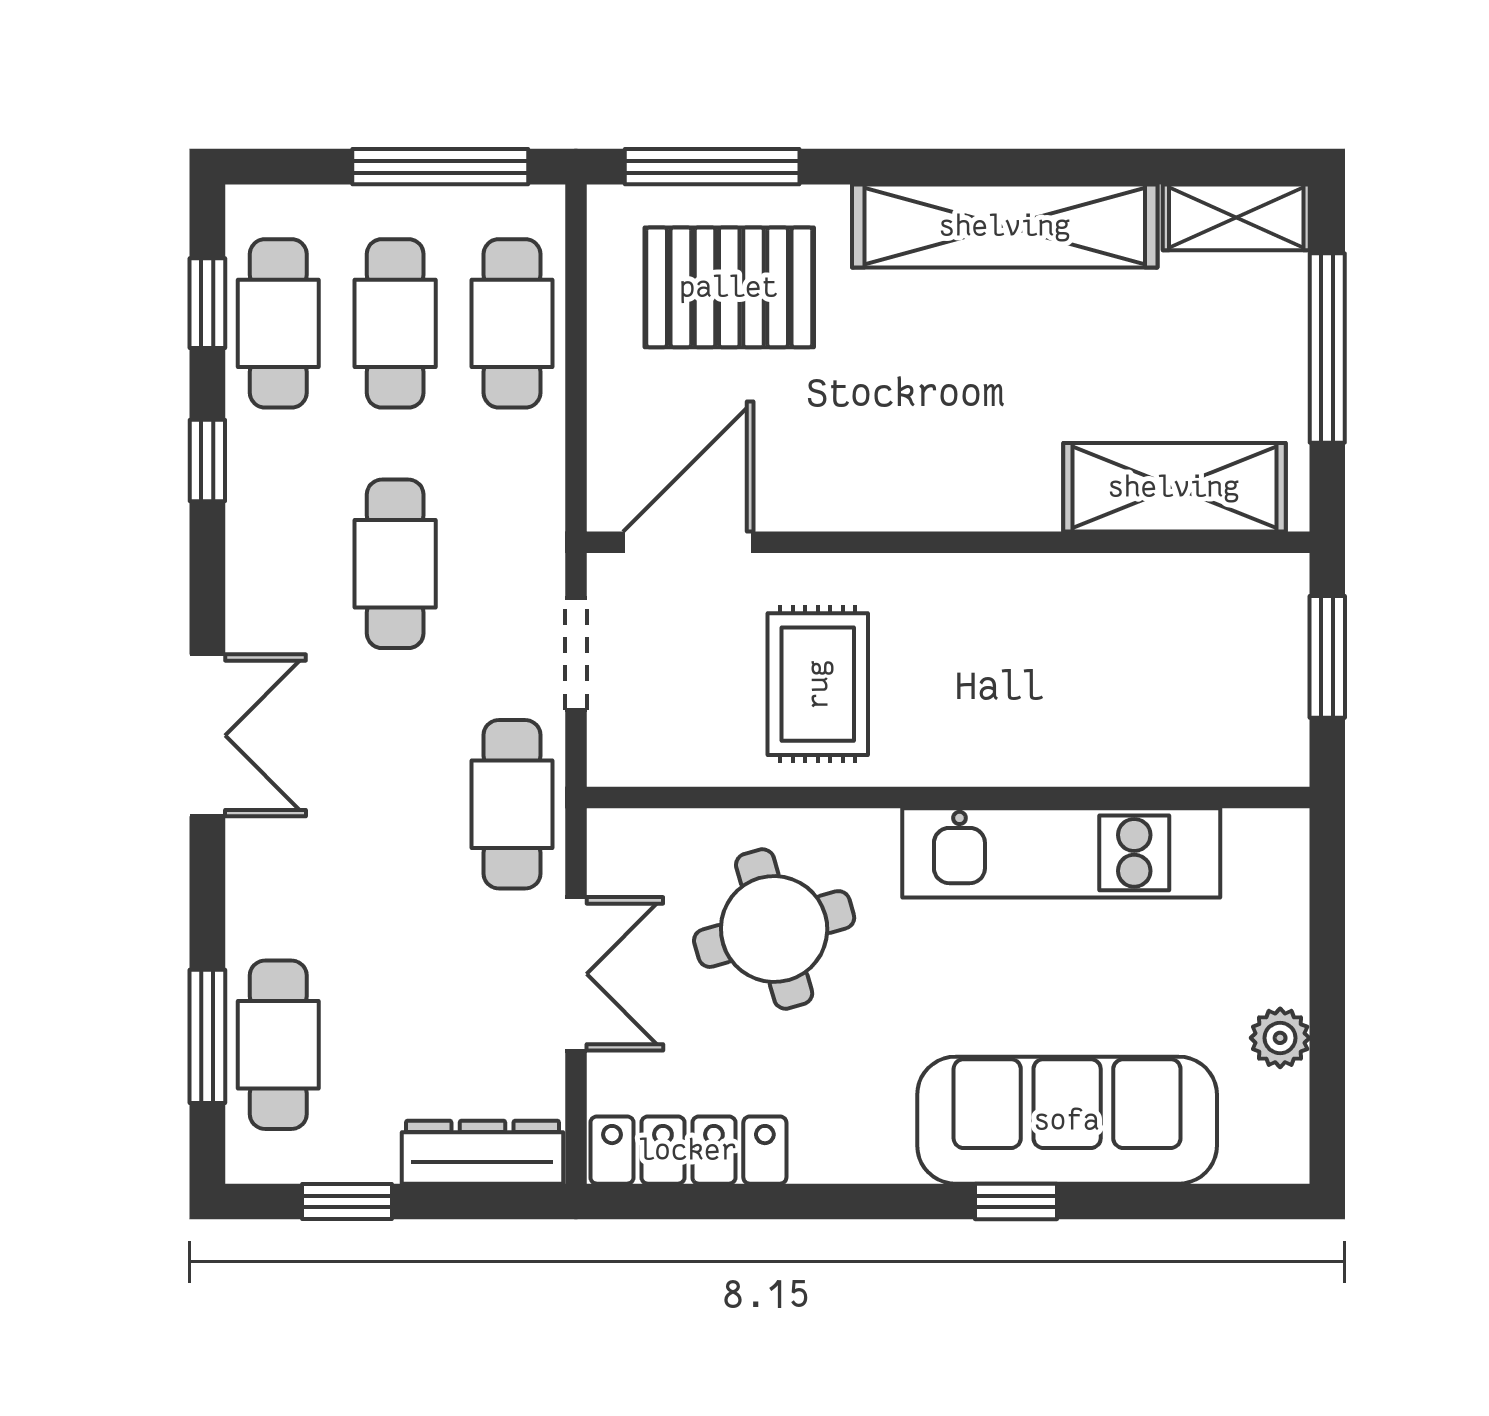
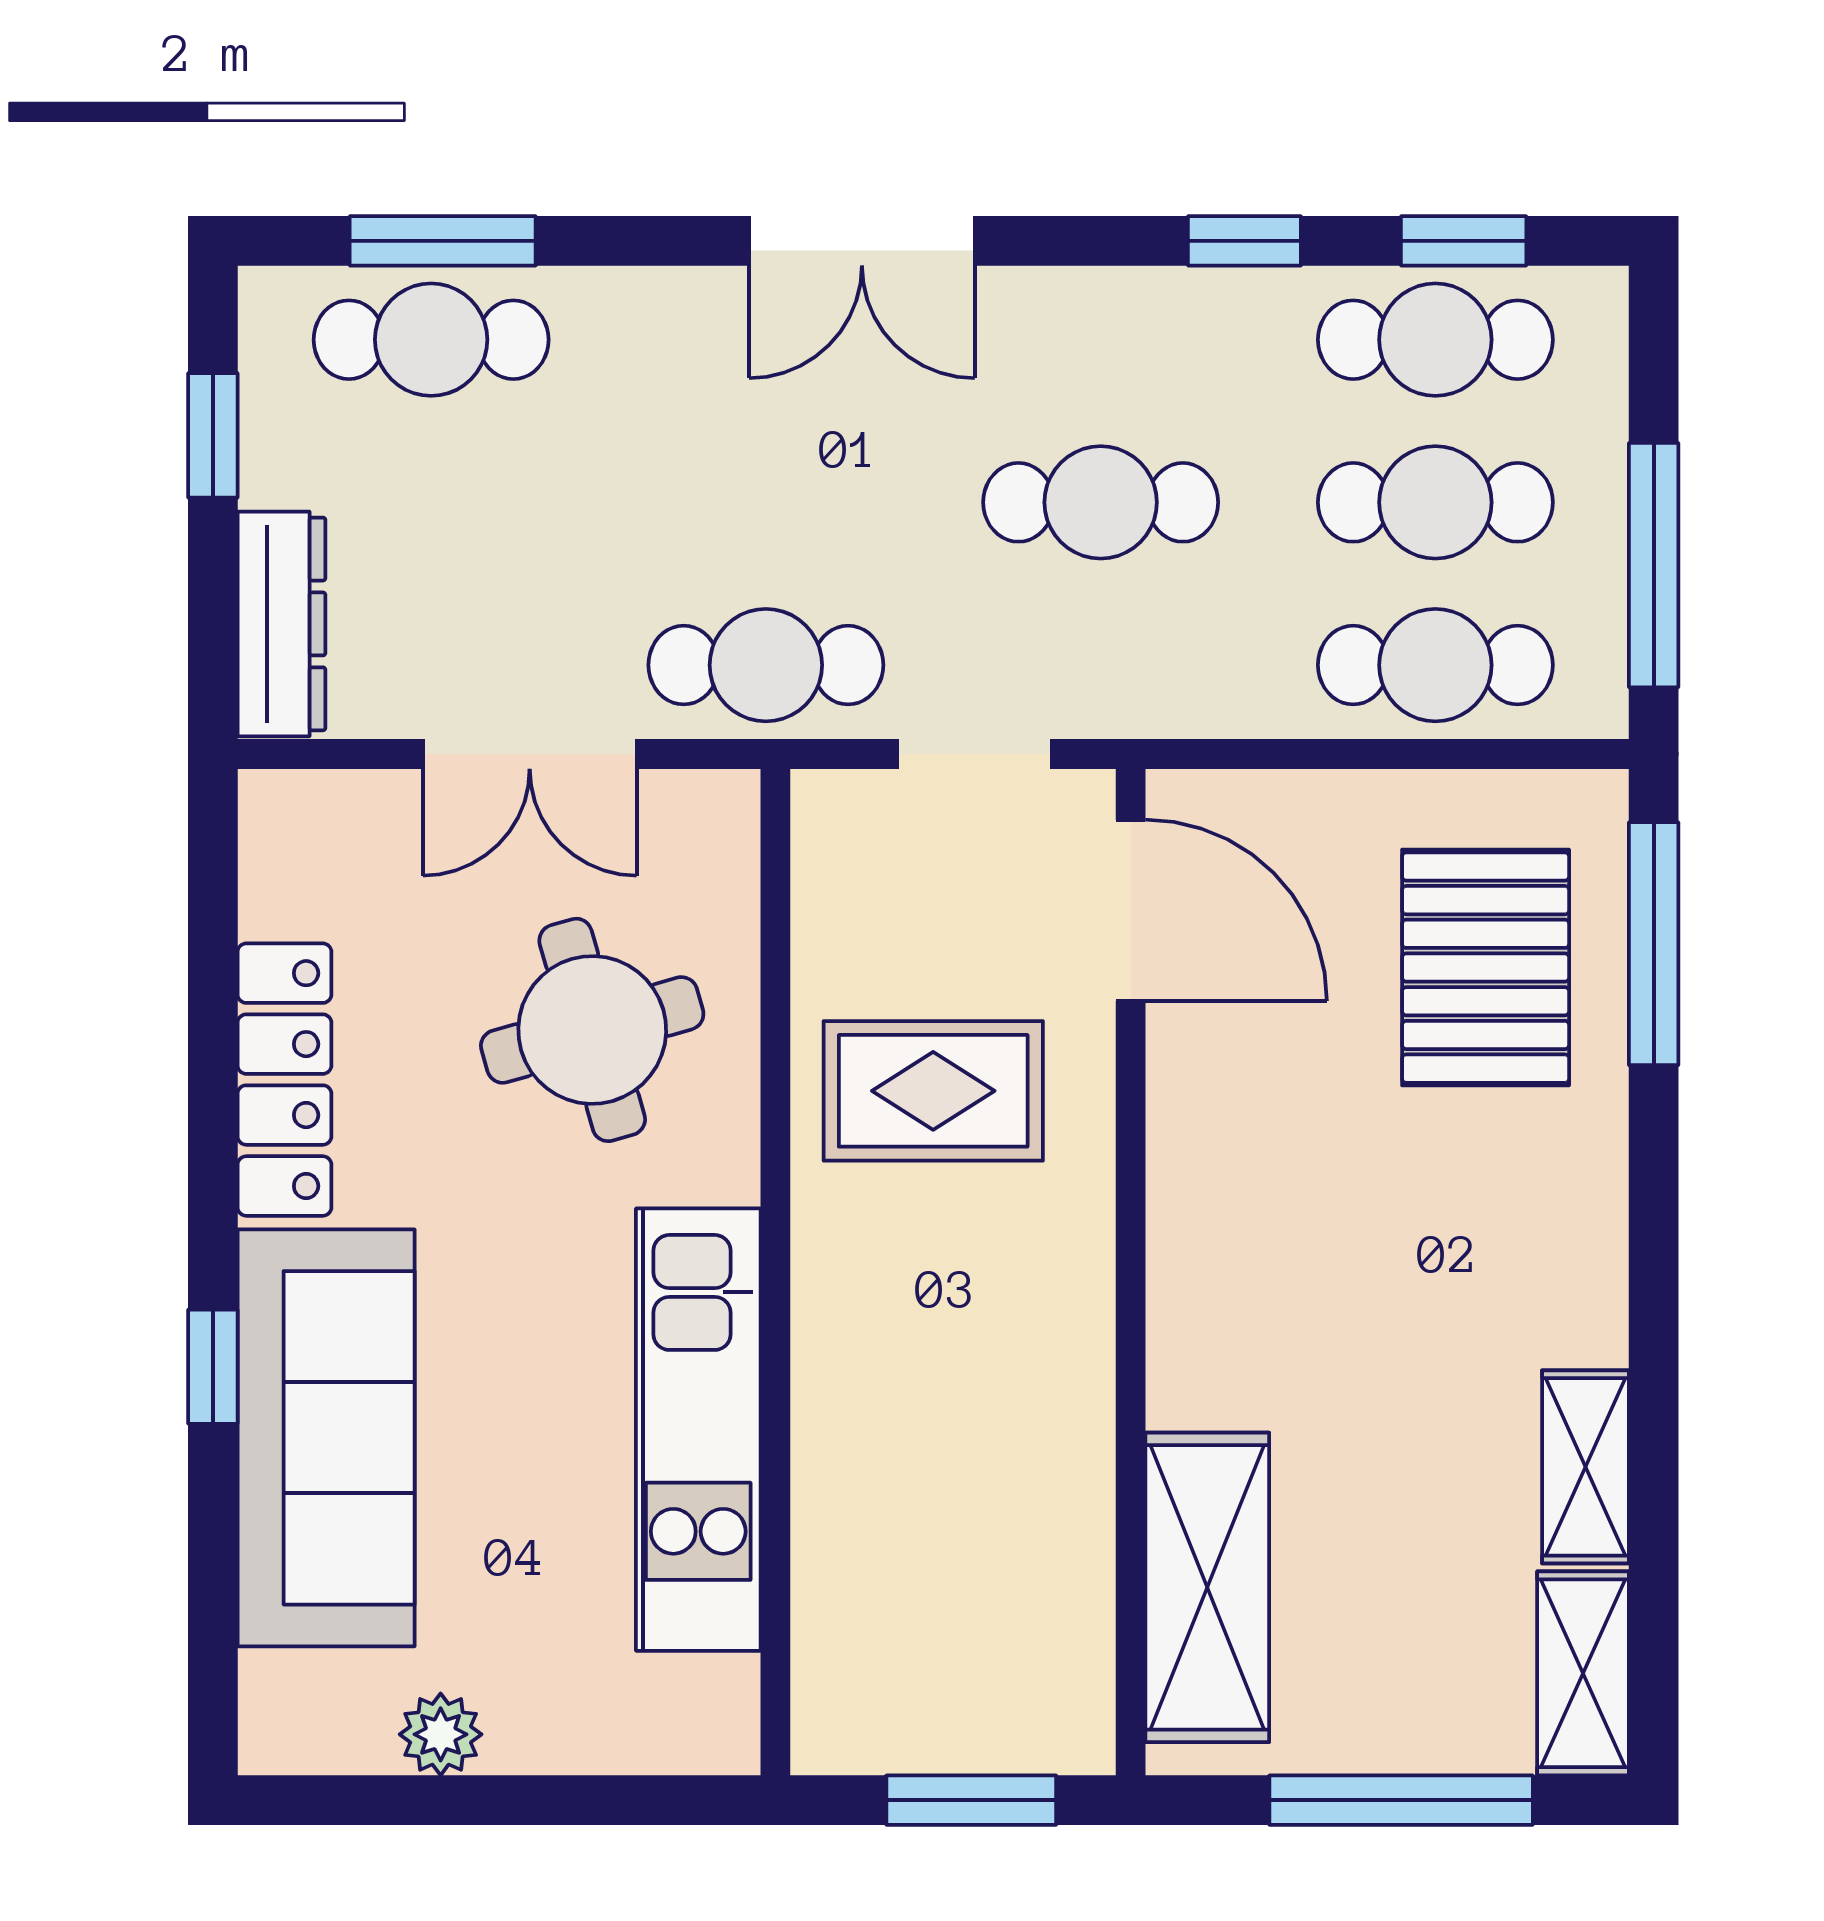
shelving: (1005, 226) -> (1586, 1467), width x0.45, depth x0.75
locker: (688, 1150) -> (284, 1080), moved

